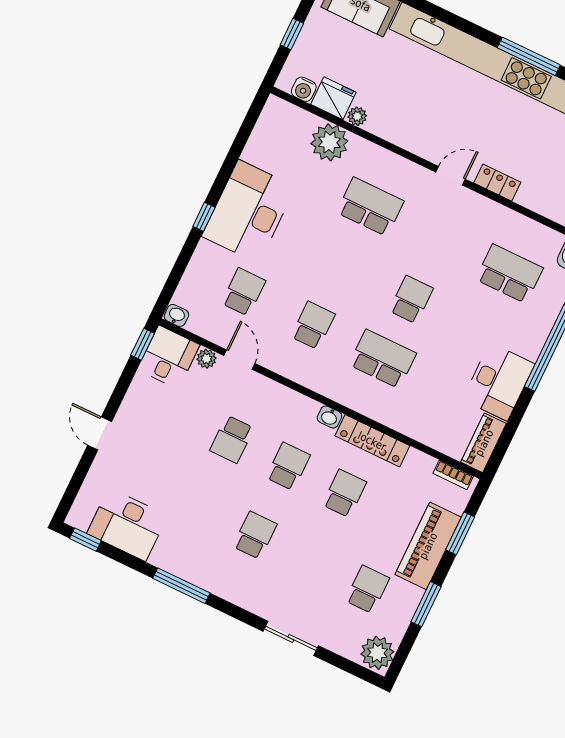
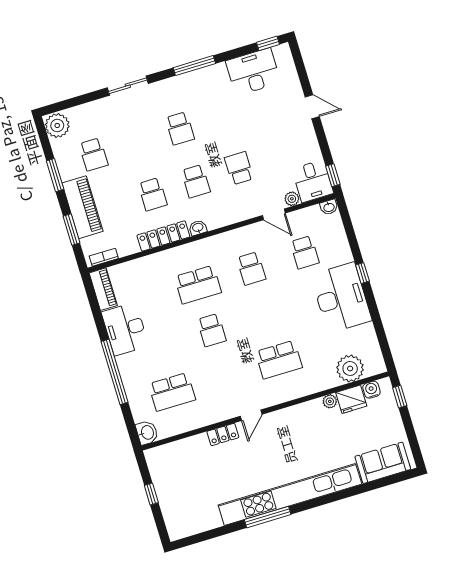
window: (292, 34) -> (400, 397), moved
plant: (329, 142) -> (350, 368), moved
sliding door: (291, 638) -> (128, 86), moved

